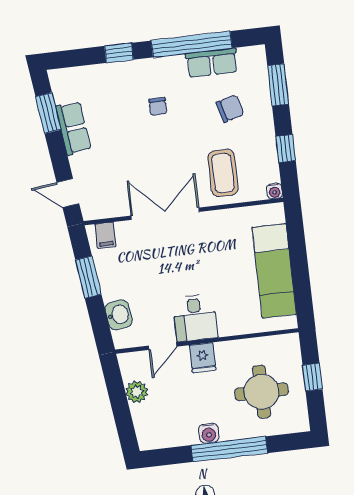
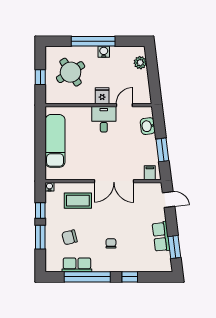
window: (278, 85) -> (40, 237), moved
coffee table: (223, 173) -> (78, 201), turned 90
plant: (137, 392) -> (140, 63), moved
round table: (262, 392) -> (71, 72), turned -33

